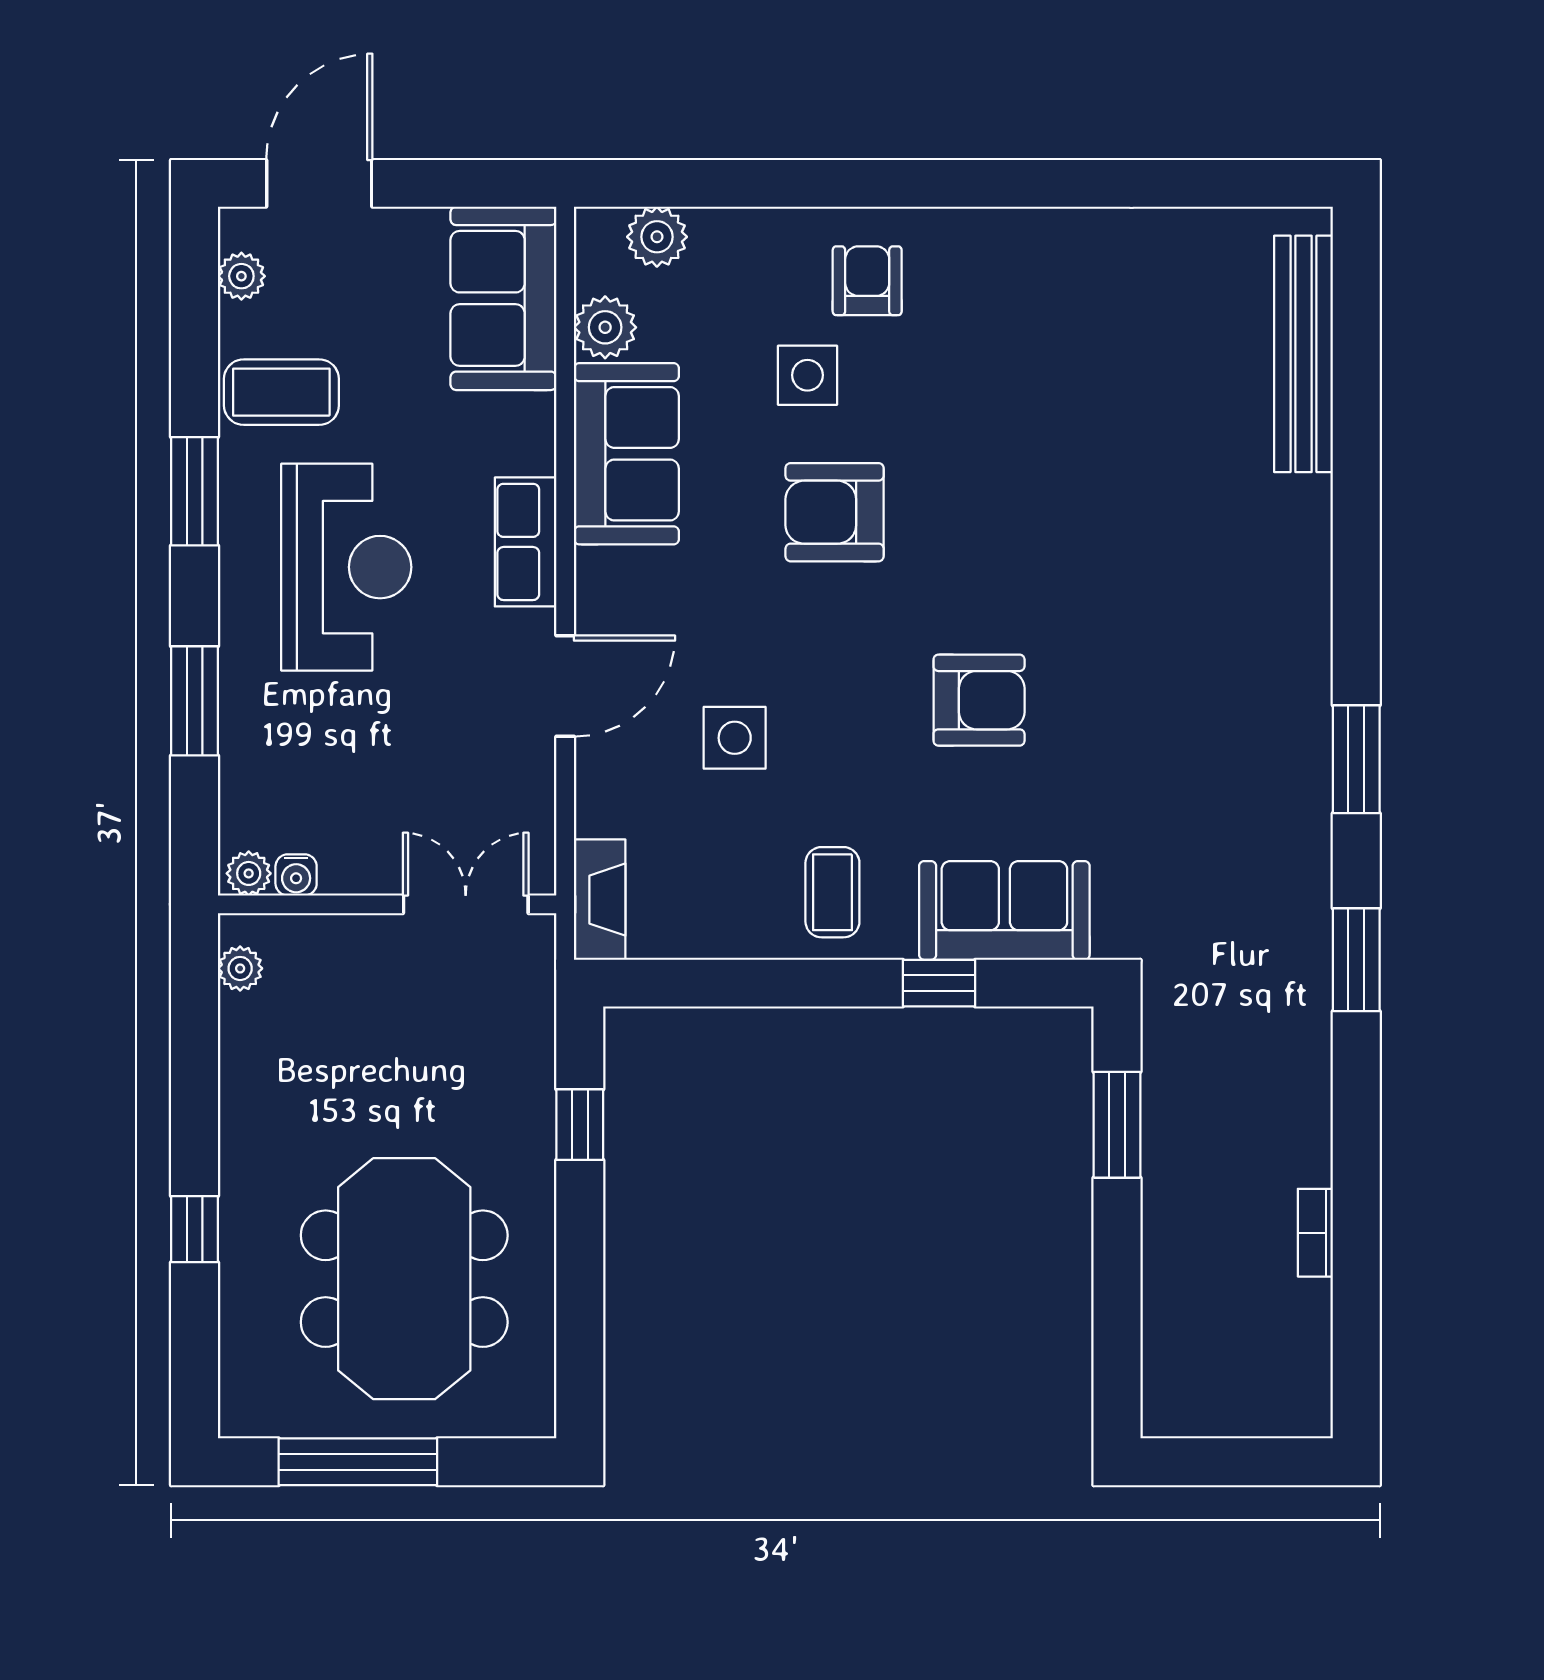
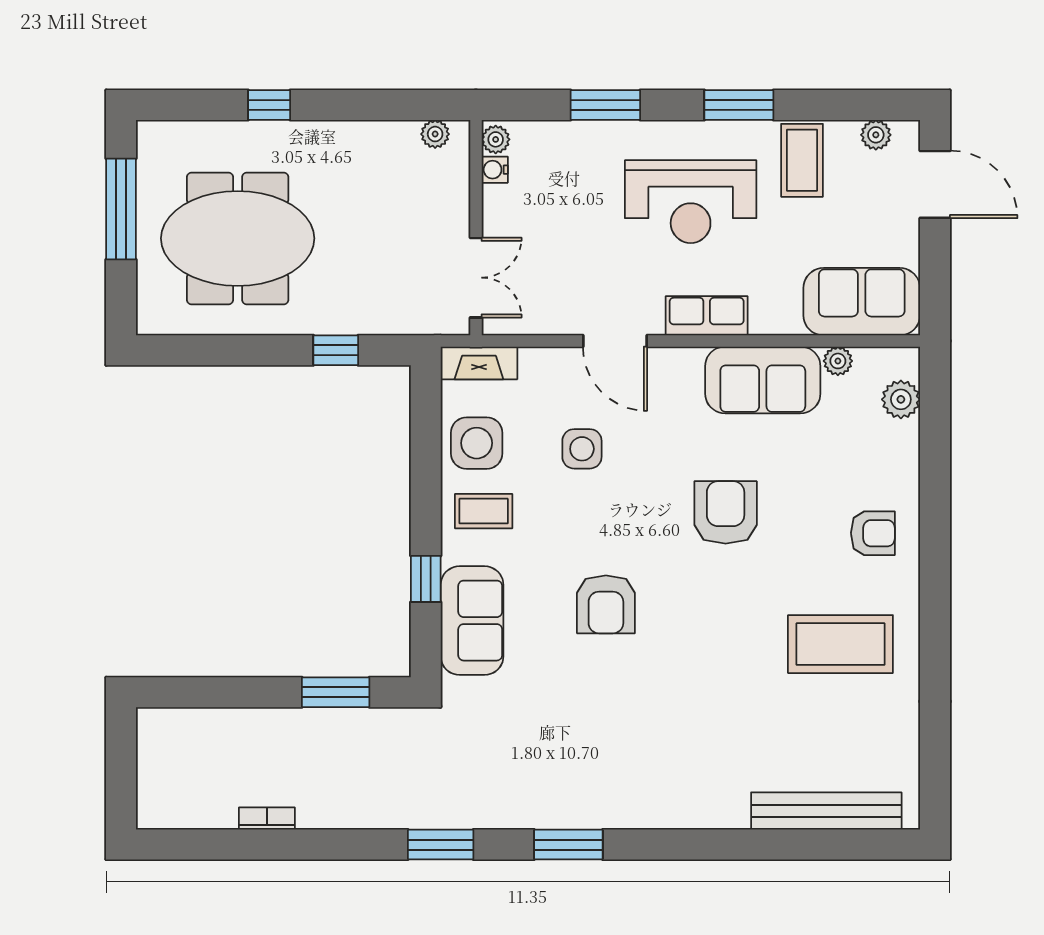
plant: (605, 327) -> (838, 361), width x0.73, depth x0.73
coffee table: (1041, 332) -> (840, 644), added
side table: (807, 375) -> (477, 443), moved, width x1.37, depth x1.37

